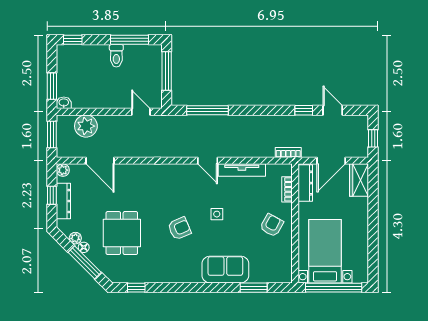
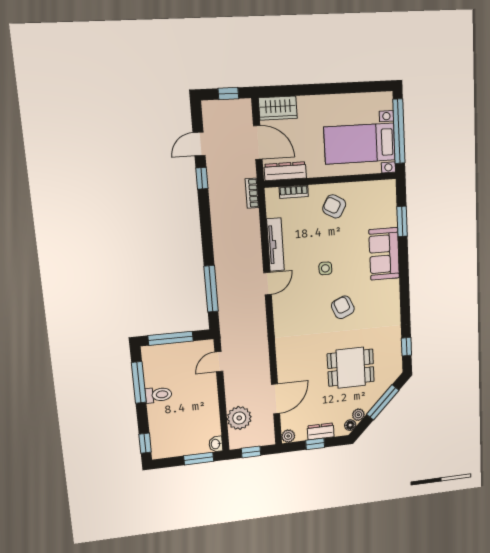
window: (52, 134) -> (251, 452), width x0.67
dresser: (63, 201) -> (321, 431), width x0.70
floor lamp: (84, 247) -> (350, 425), moved

